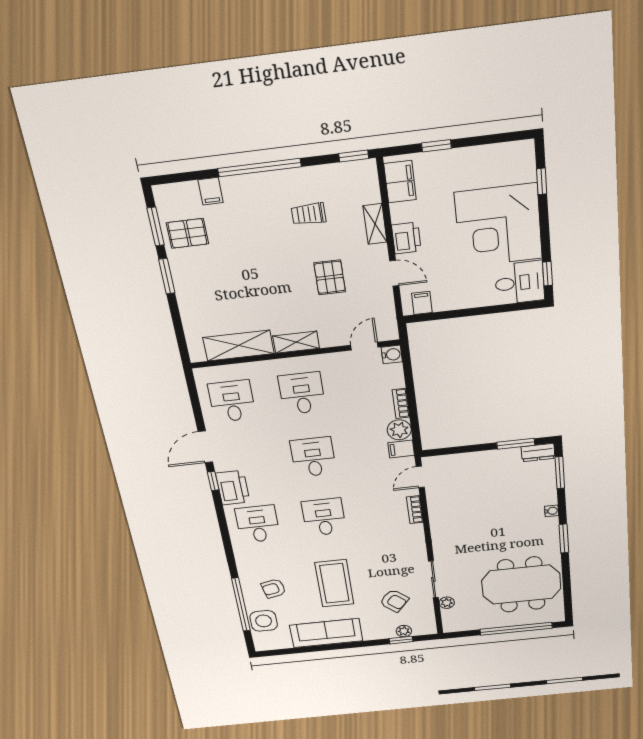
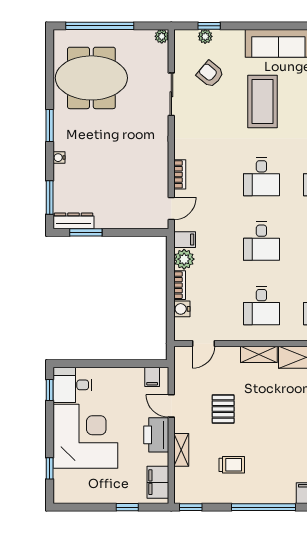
printer: (406, 238) -> (156, 435), width x1.37, depth x1.19
water cooler: (392, 354) -> (182, 309), moved
dresser: (538, 452) -> (73, 221), width x1.44
plant: (447, 603) -> (162, 36), moved

